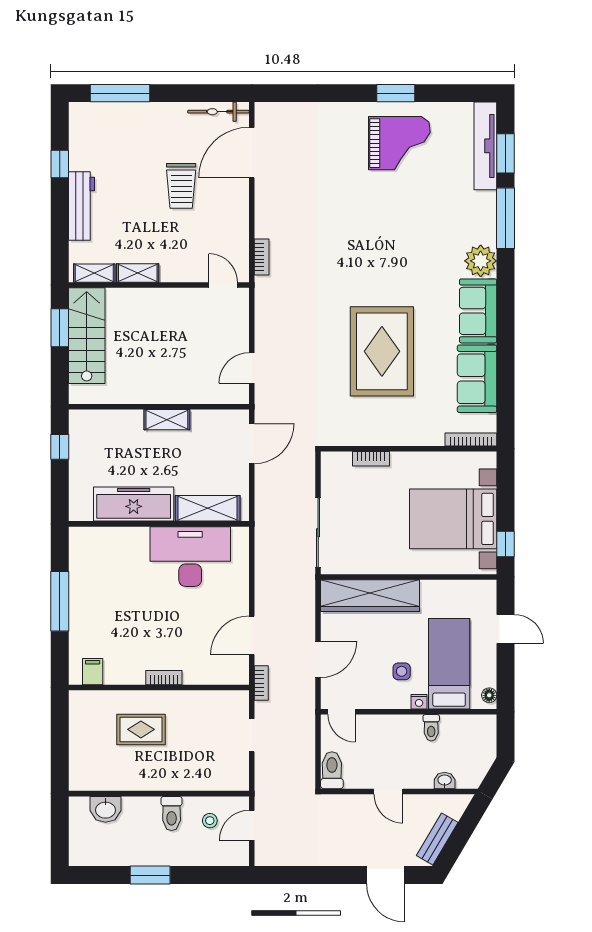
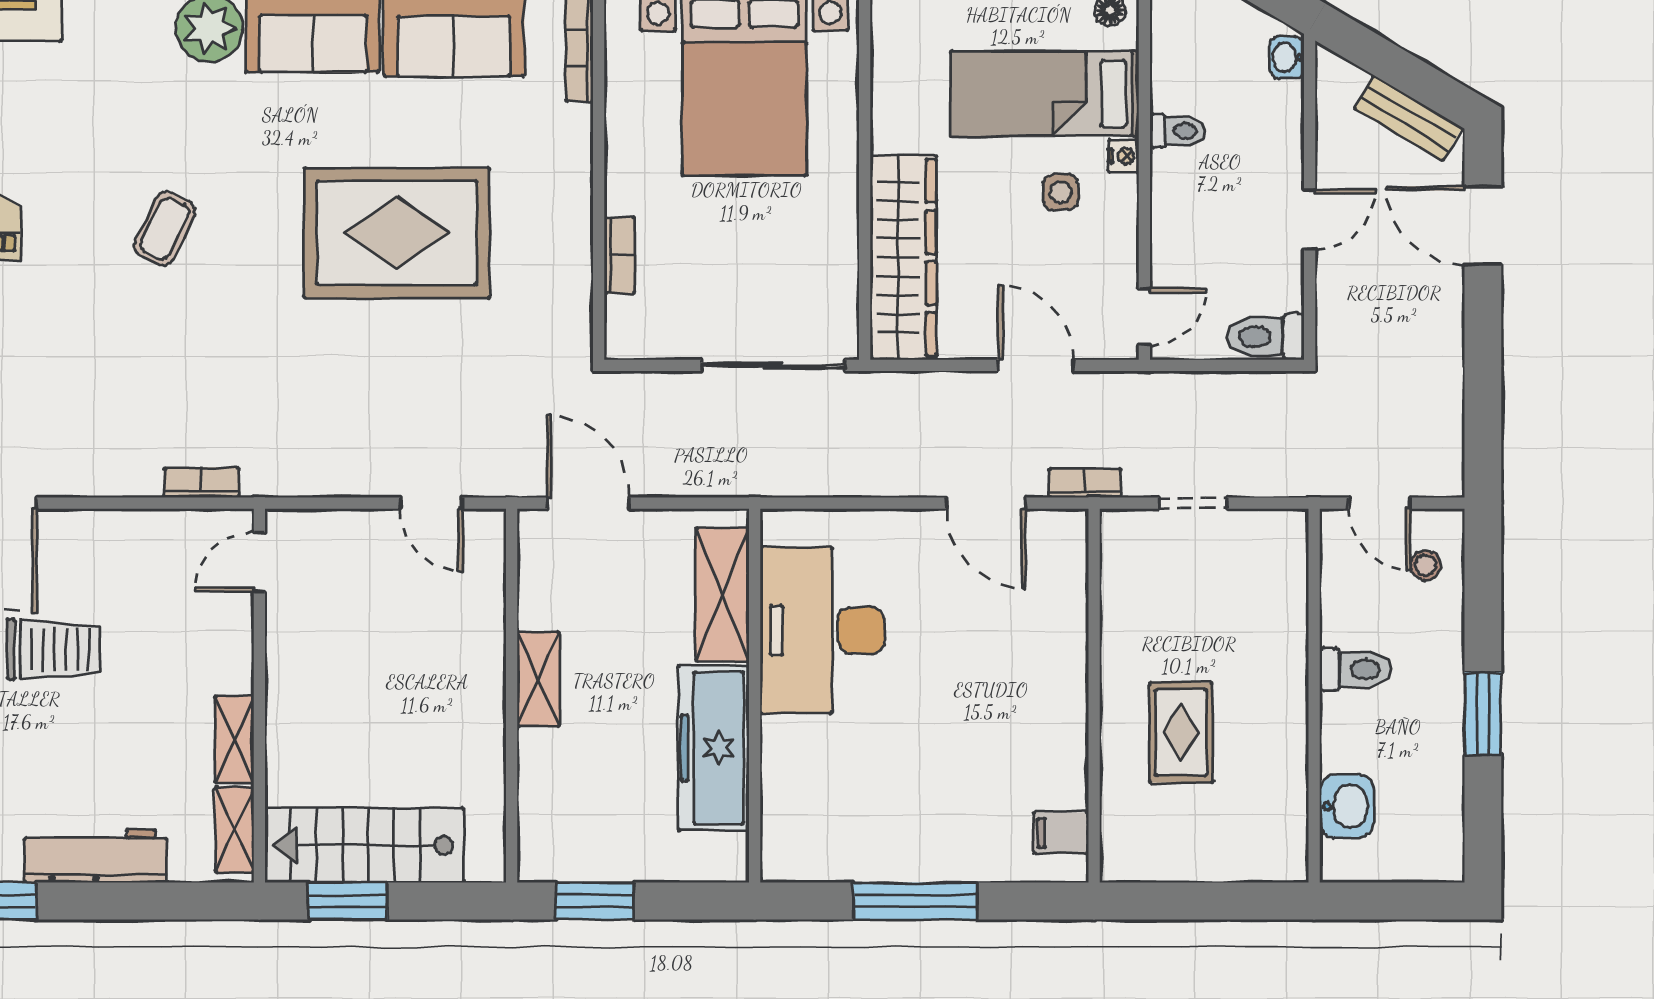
coffee table: (384, 239) -> (165, 229), added
window: (60, 447) -> (595, 901), width x1.50
bookcase: (164, 678) -> (1074, 685), removed
washbasin: (445, 781) -> (1287, 57), moved
stool: (210, 821) -> (1426, 565), moved
door: (385, 875) -> (1483, 226), swing flipped

